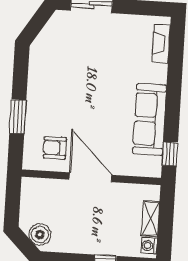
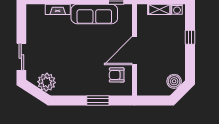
plant: (50, 41) -> (47, 82), added
fireplace: (161, 44) -> (58, 9), moved
armchair: (55, 148) -> (117, 75), turned 90

